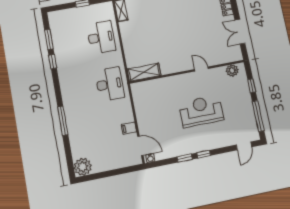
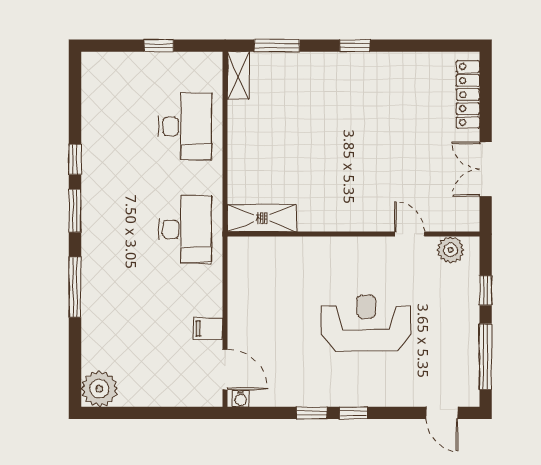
window: (49, 39) -> (75, 211), moved
door: (201, 69) -> (410, 234), moved
door: (244, 146) -> (442, 413), hinge flipped

